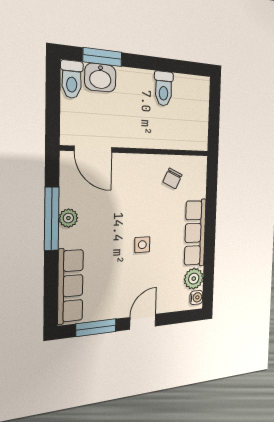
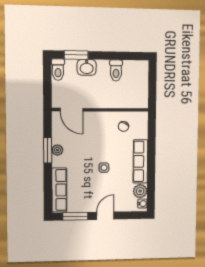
washbasin: (100, 78) -> (87, 67), moved
window: (52, 219) -> (48, 150), width x0.69

